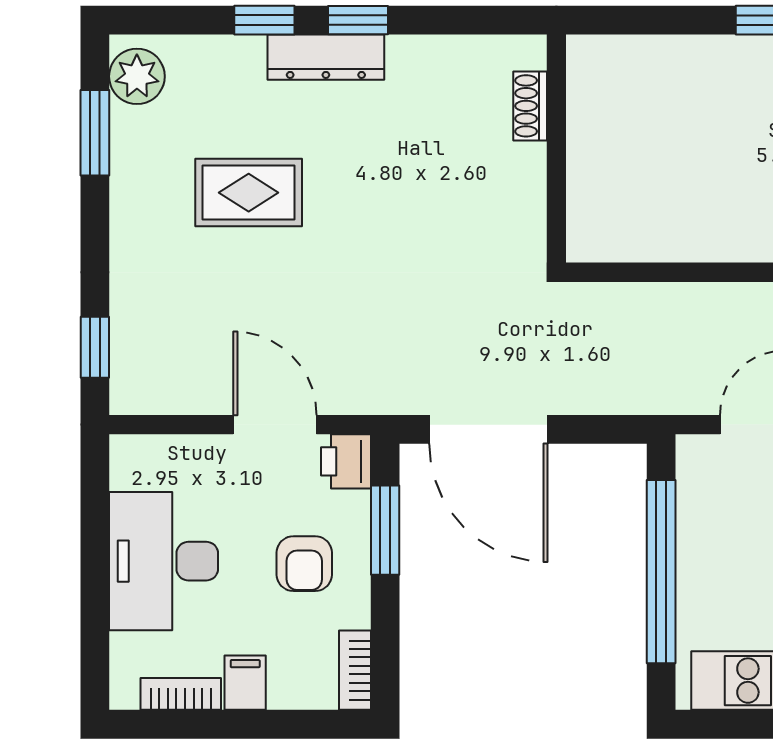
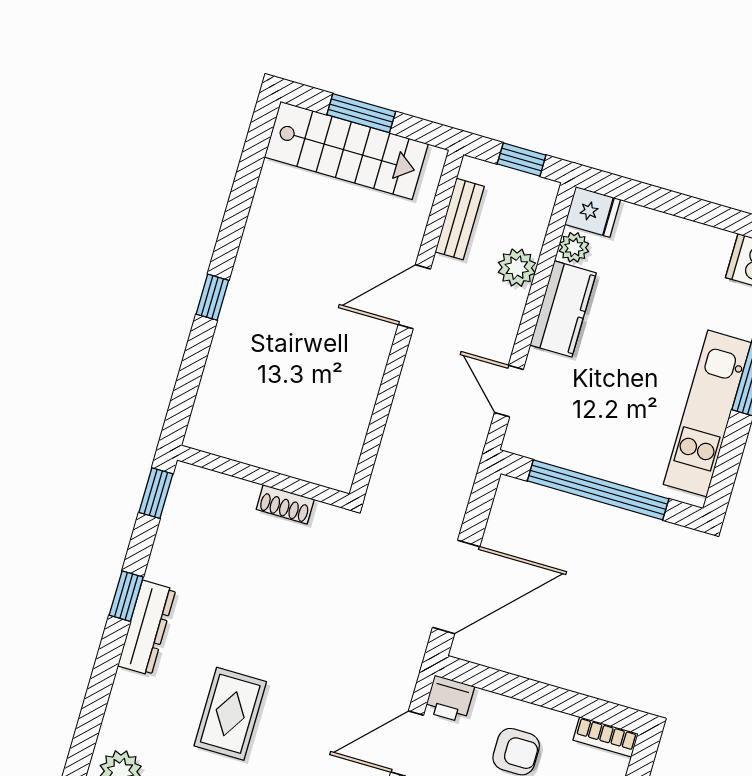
window: (264, 20) -> (156, 493), moved
shoe rack: (530, 106) -> (285, 504), moved
window: (385, 530) -> (509, 685), removed

